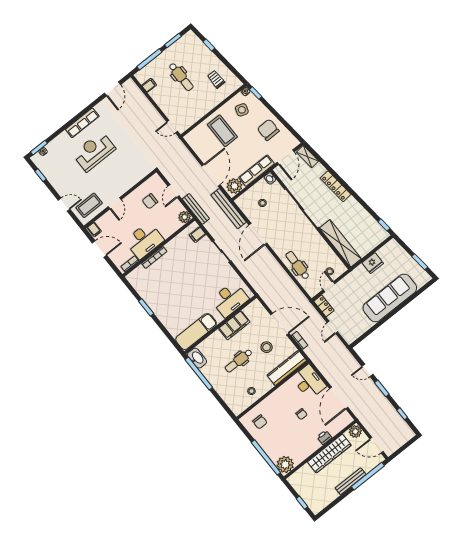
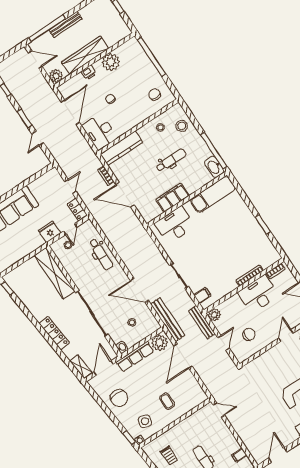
coffee table: (222, 131) -> (167, 401), width x0.54, depth x0.58
door: (258, 234) -> (139, 290), swing flipped
fridge: (373, 263) -> (50, 232), moved
stool: (267, 347) -> (182, 126), moved
door: (367, 370) -> (38, 138), swing flipped
plant: (285, 464) -> (111, 62), moved

